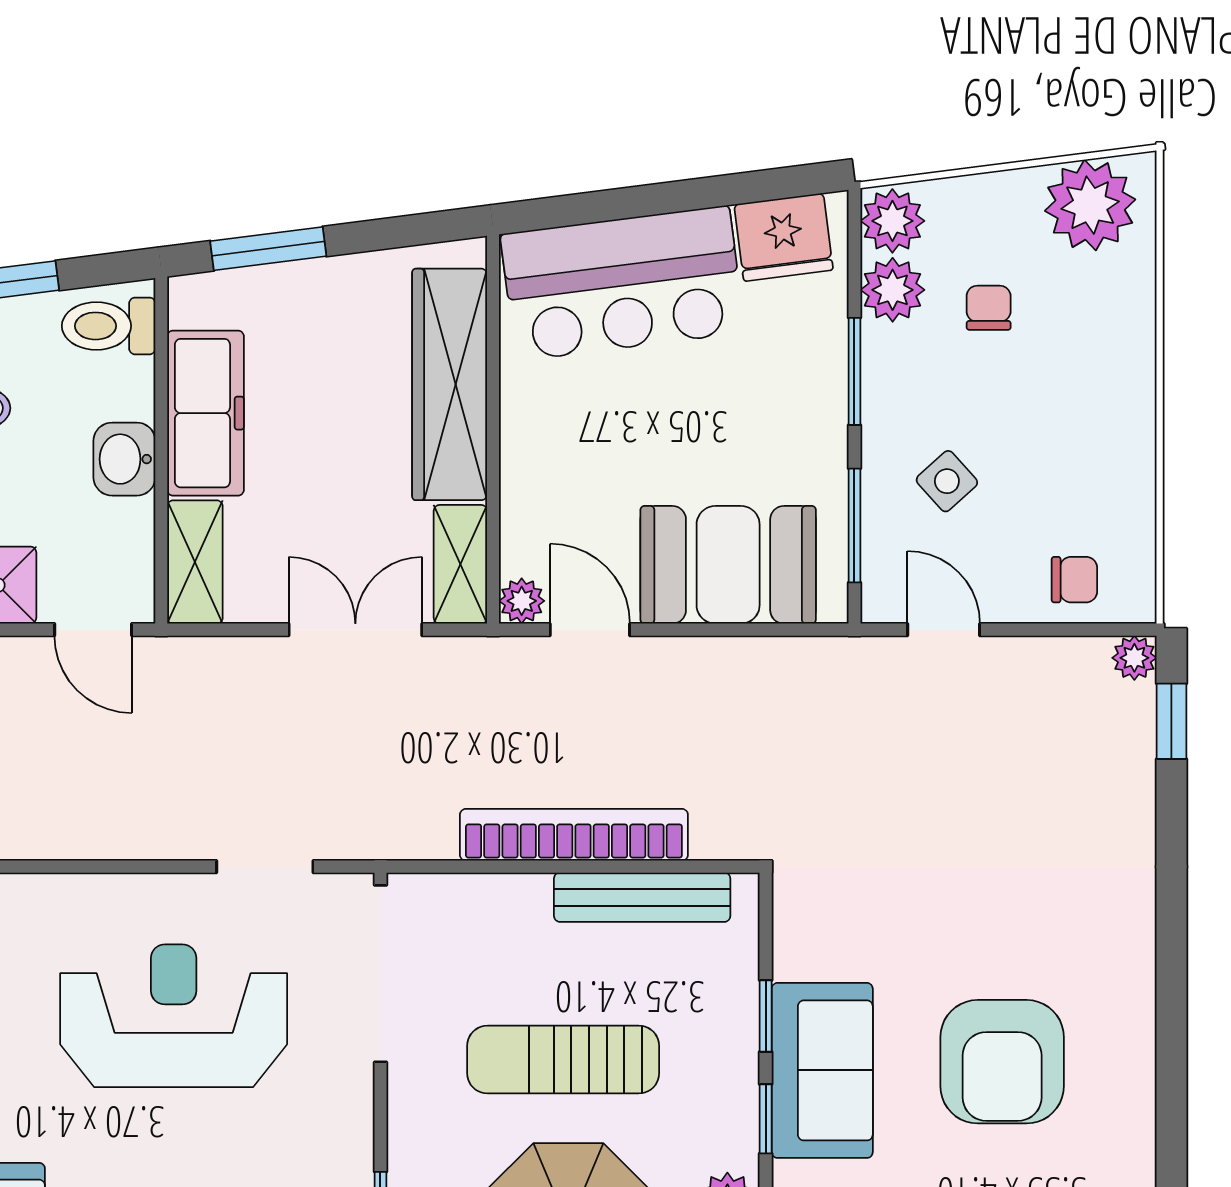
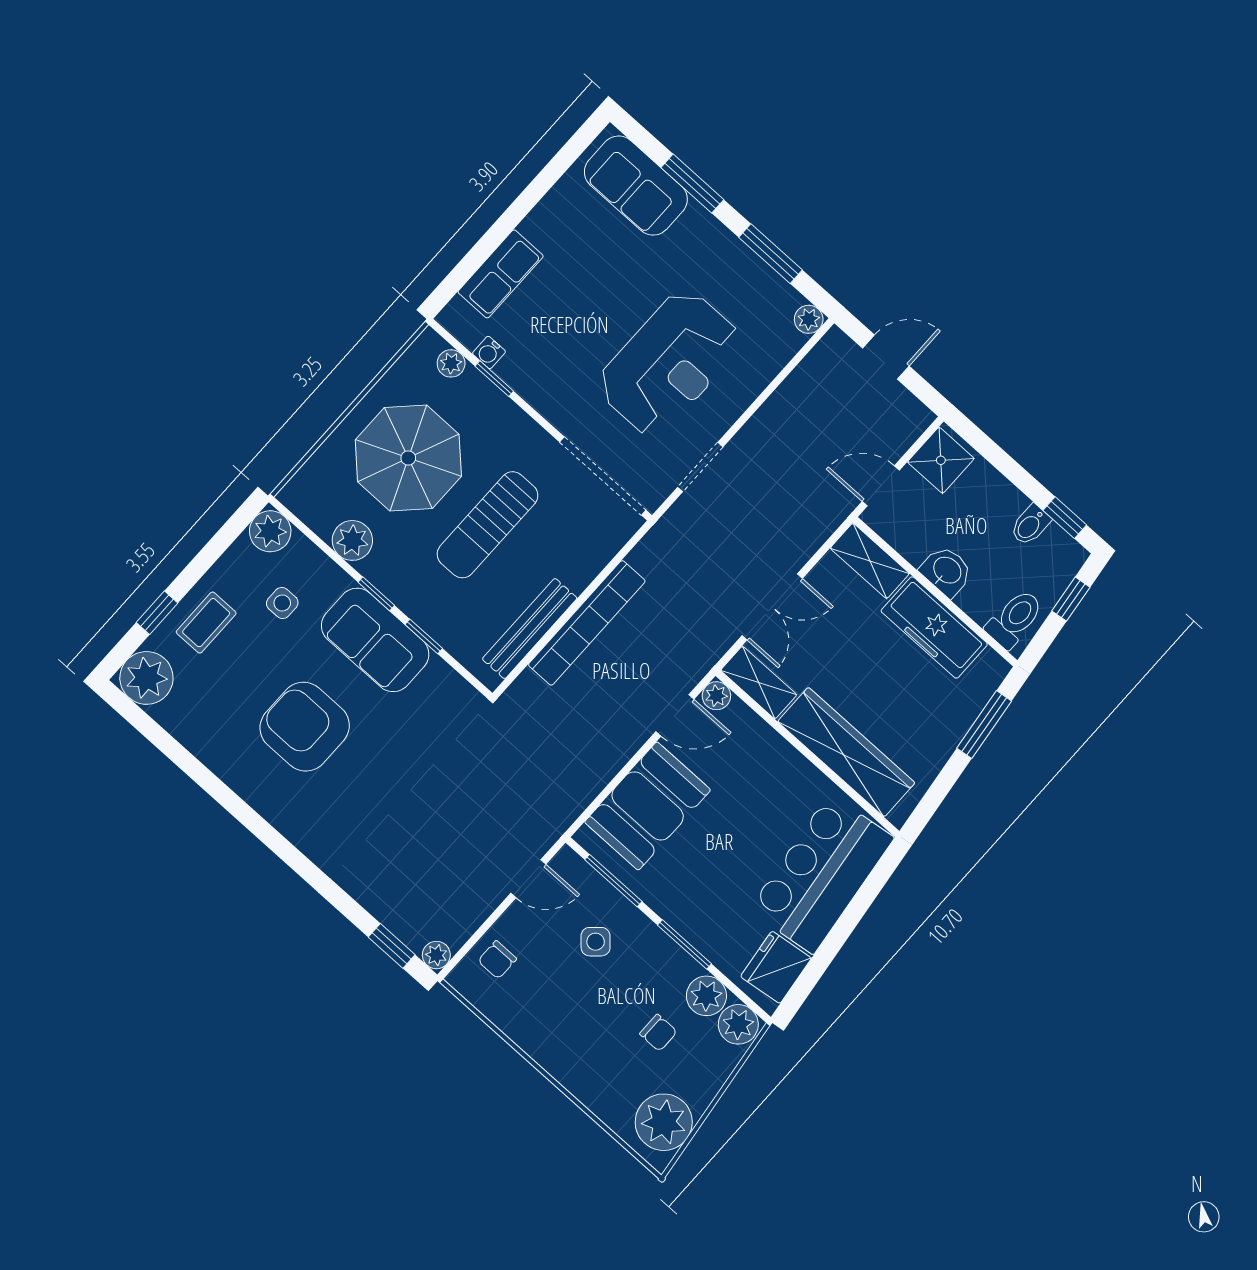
sun lounger: (563, 1060) -> (487, 525), turned 180

